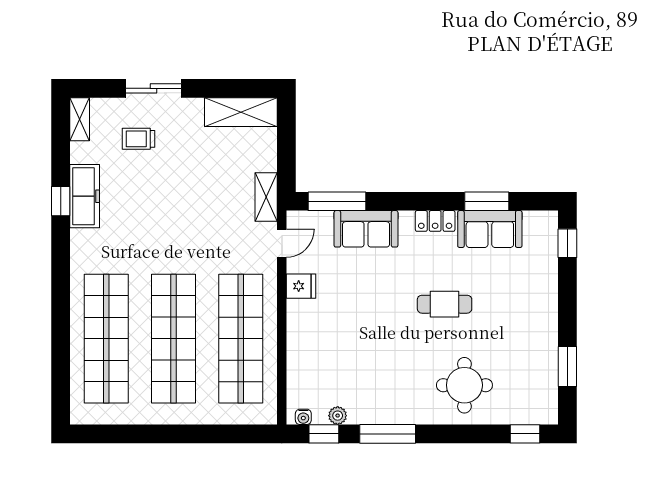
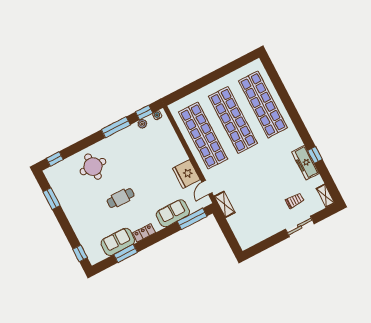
shelving: (241, 112) -> (255, 236), removed
fridge: (301, 286) -> (186, 174), width x1.88, depth x1.34

